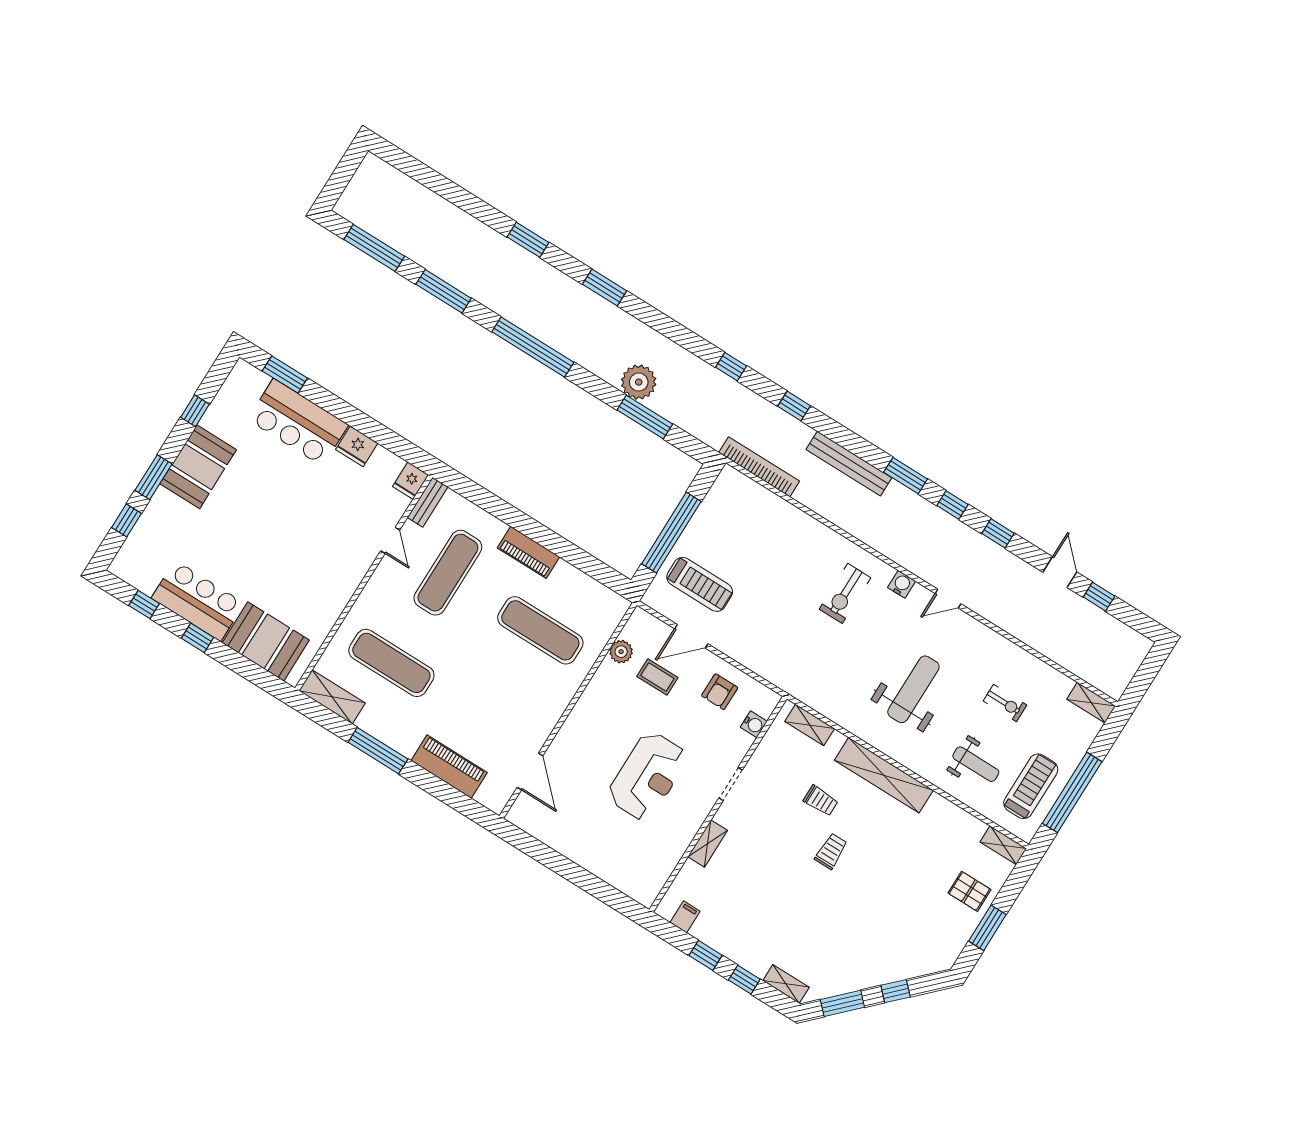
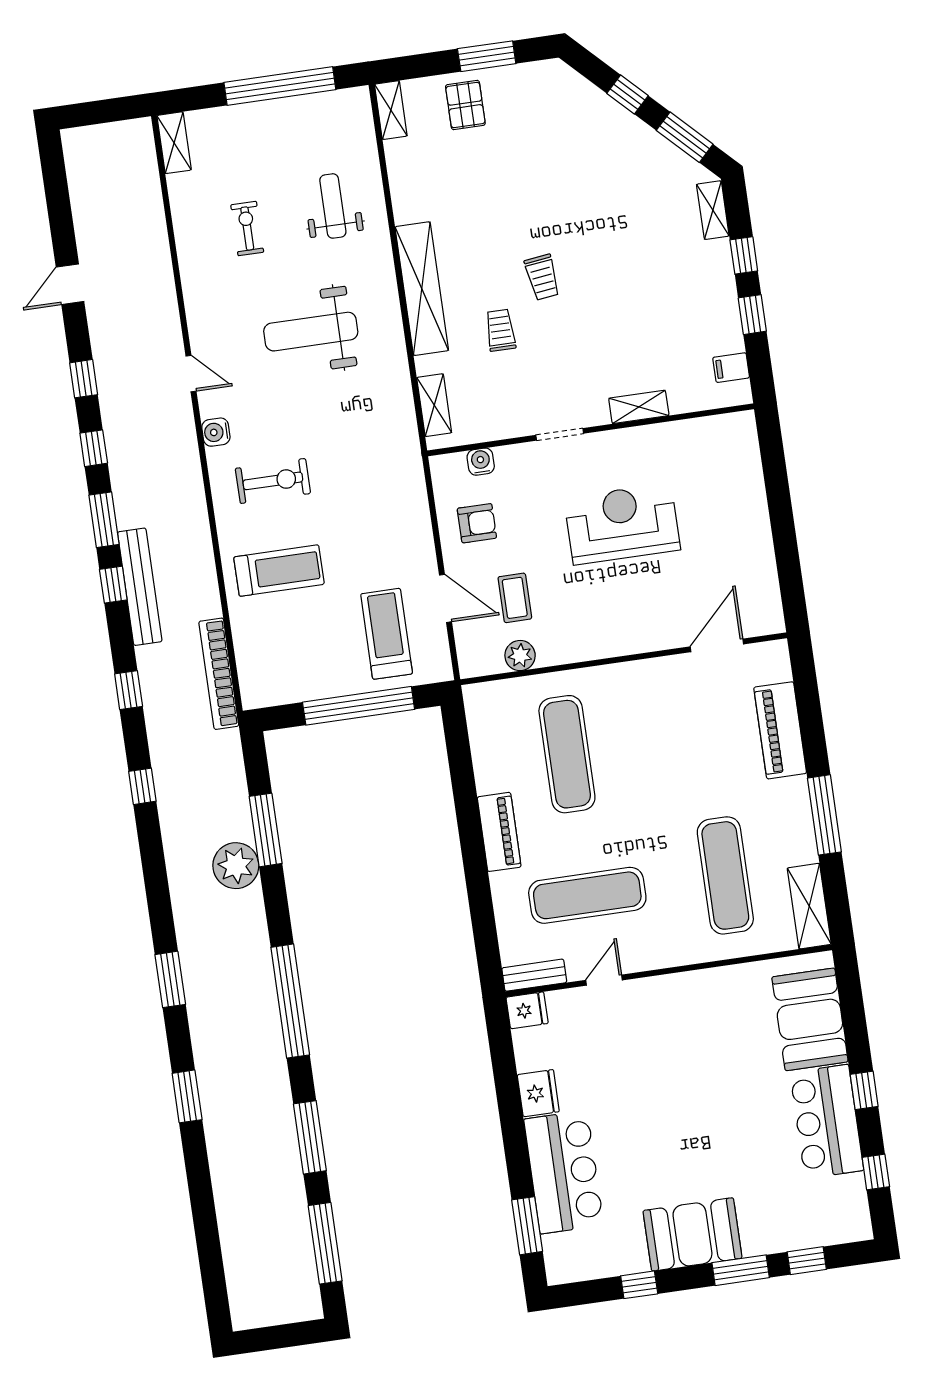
window: (1099, 597) -> (113, 585), moved
treadmill: (1031, 786) -> (279, 571), moved, turned 180
trolley: (831, 851) -> (542, 277), turned -97

